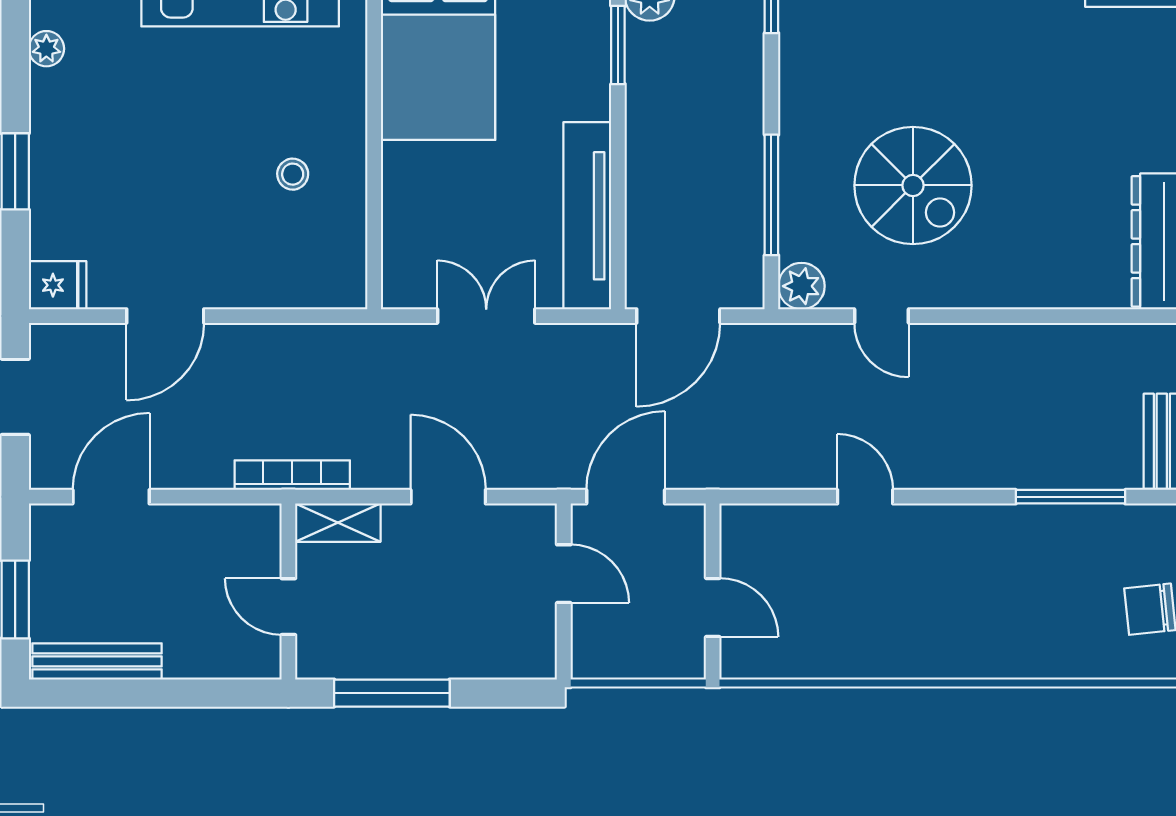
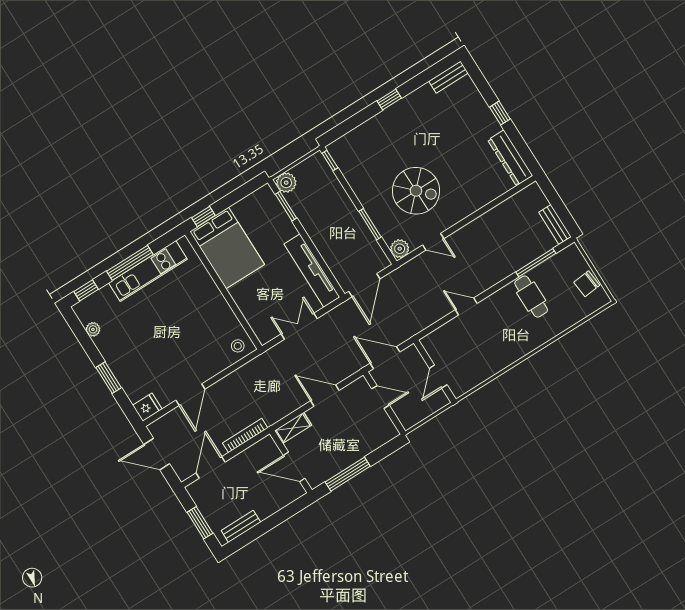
stool: (293, 174) -> (238, 346), moved
window: (771, 195) -> (370, 224), width x0.69
bookcase: (292, 475) -> (245, 435), moved
door: (626, 497) -> (385, 358), hinge flipped
cafe table: (1015, 562) -> (531, 297), added
door: (288, 607) -> (294, 467), width x1.38
door: (713, 608) -> (438, 377), swing flipped
bench: (97, 661) -> (241, 526), width x0.73

